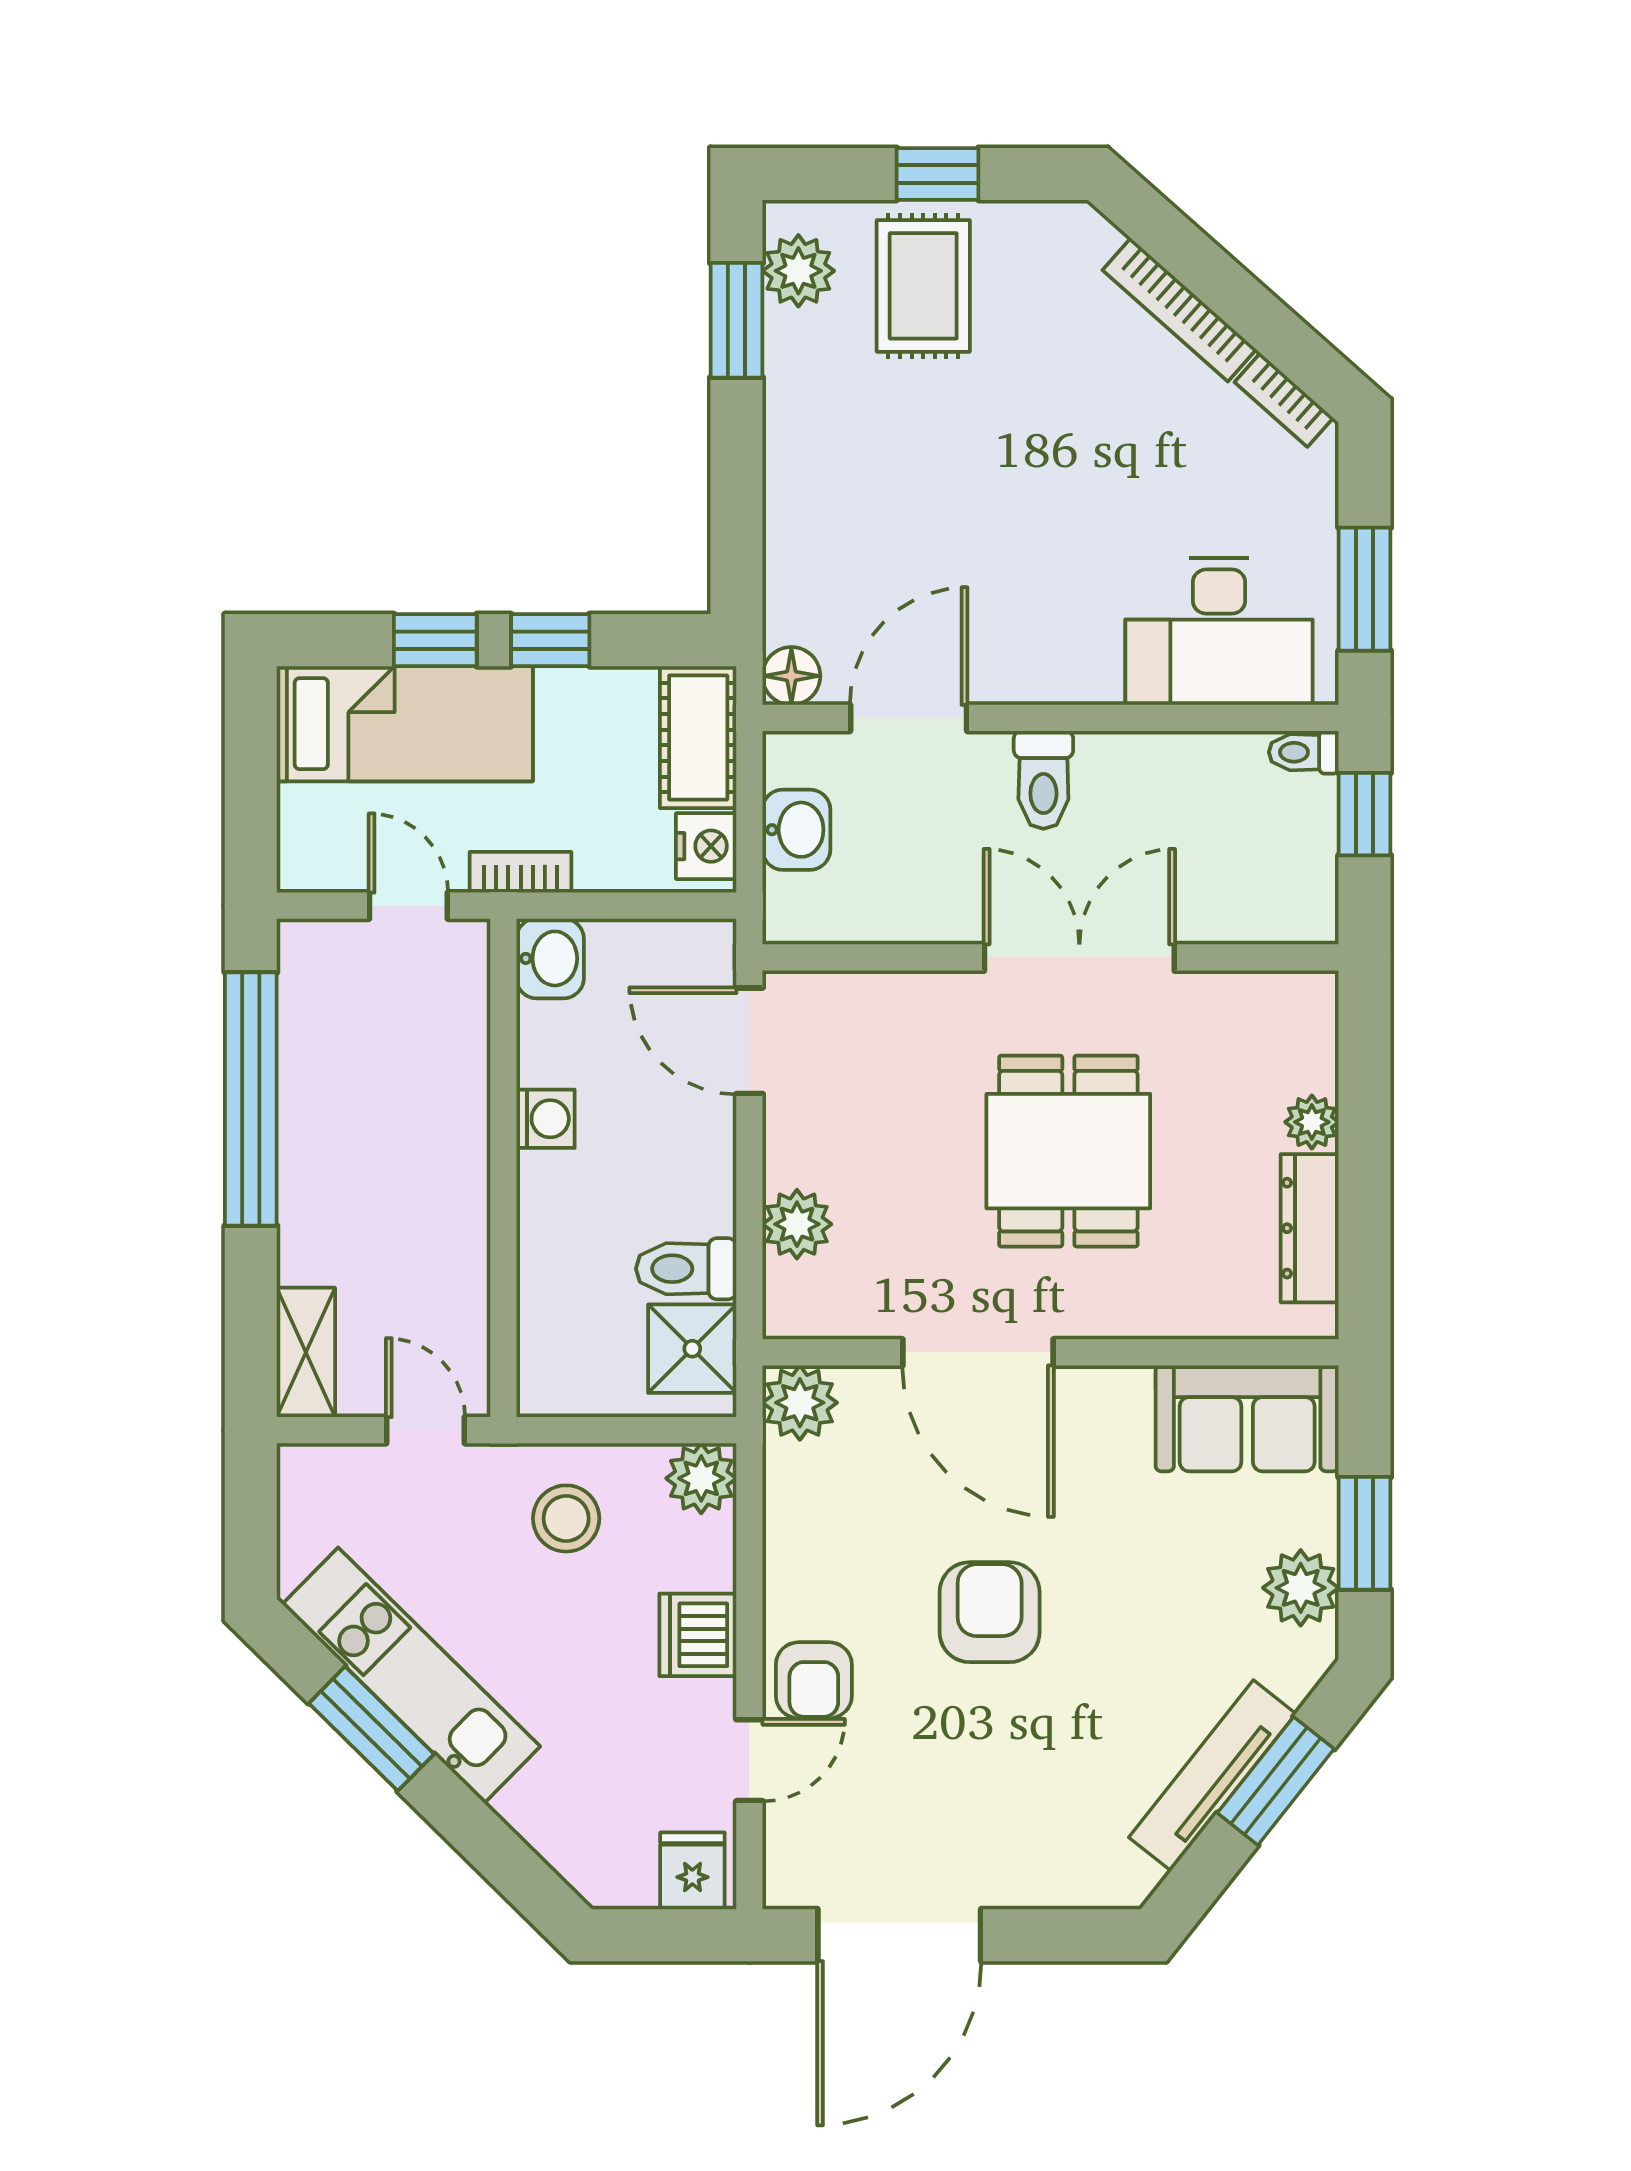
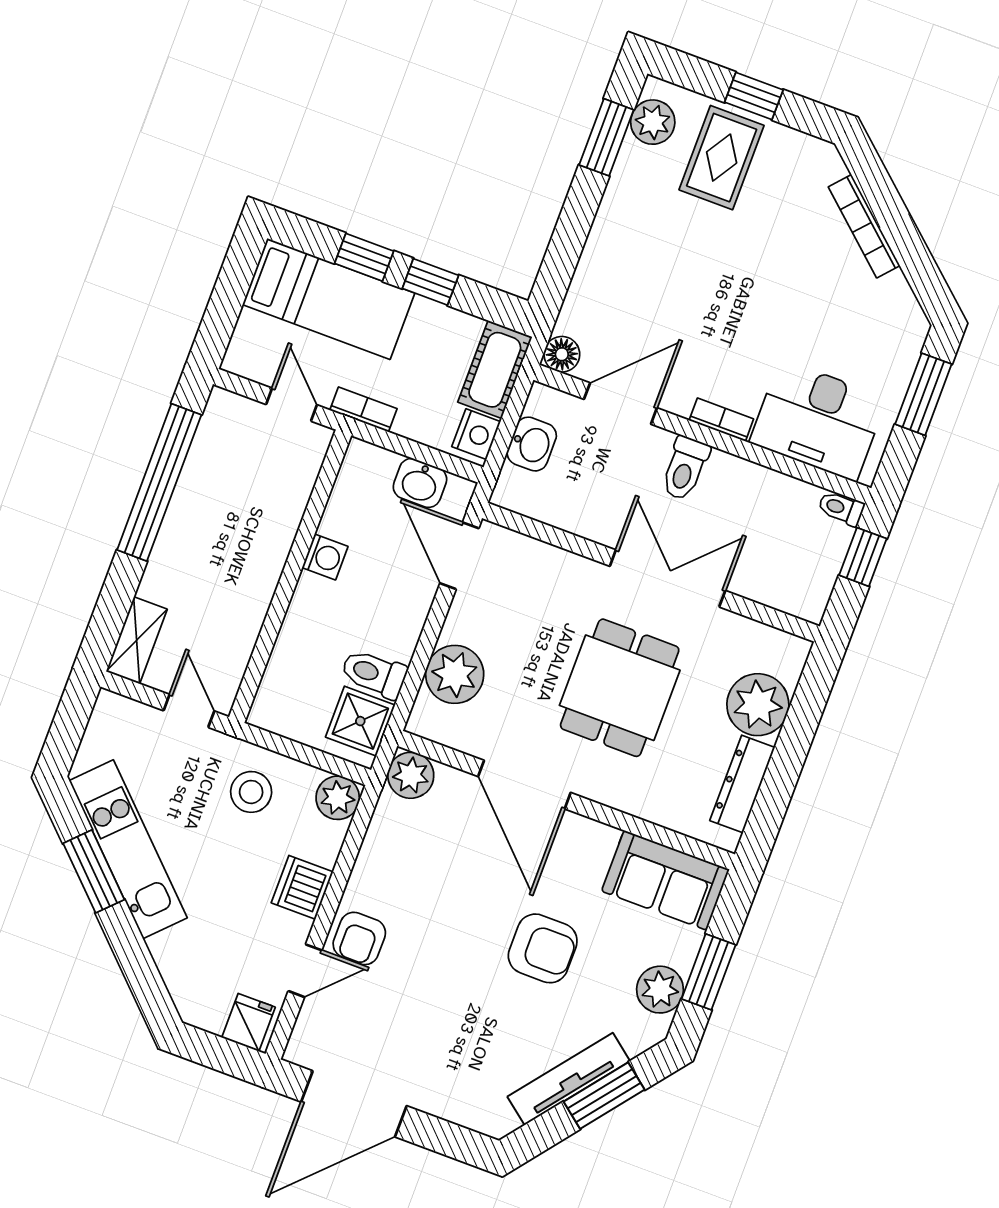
bookcase: (1284, 400) -> (721, 420), moved, turned 138
window: (1365, 589) -> (923, 394), moved
washbasin: (550, 958) -> (420, 483), moved, turned 90
plant: (1312, 1122) -> (758, 705), width x1.87, depth x1.87
plant: (797, 1224) -> (455, 674), width x1.36, depth x1.36
armchair: (990, 1612) -> (543, 948), moved, turned 90

